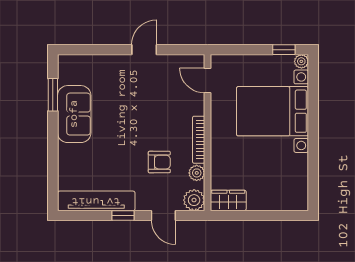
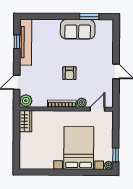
armchair: (159, 162) -> (69, 73), moved
plant: (197, 173) -> (82, 103), moved
window: (123, 215) -> (17, 42), moved

